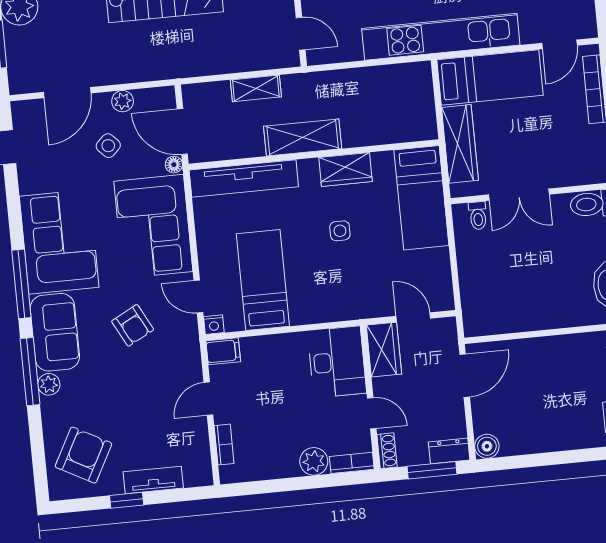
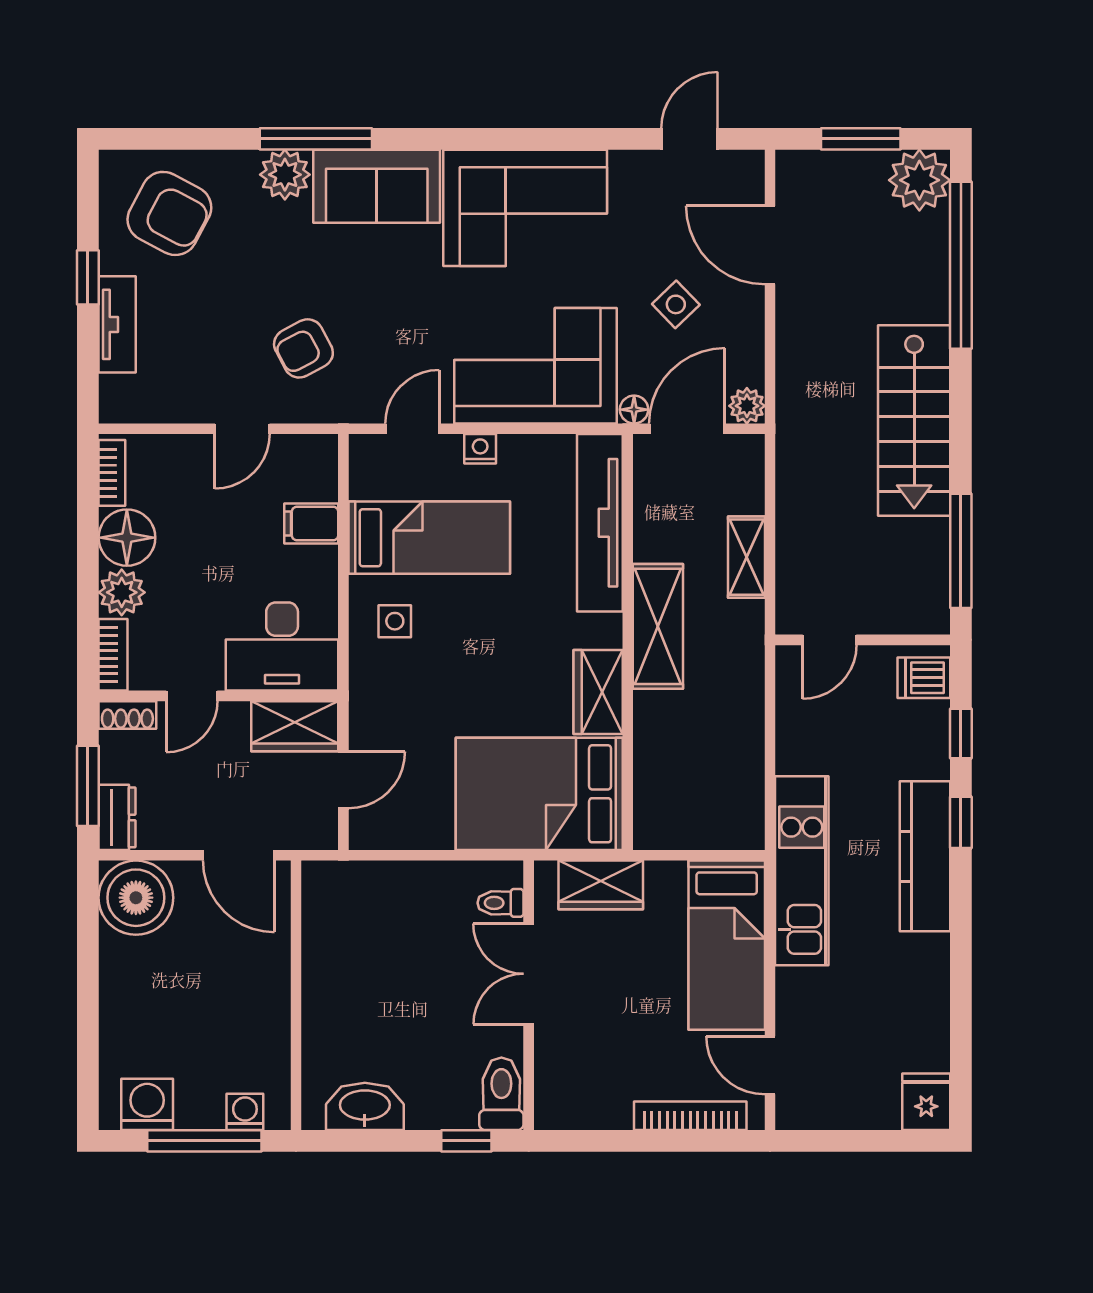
kitchen unit: (441, 37) -> (802, 871), width x0.73
plant: (123, 101) -> (747, 406), moved
wardrobe: (460, 144) -> (601, 885), width x0.67
bed: (421, 198) -> (539, 794), width x1.50
side table: (340, 231) -> (395, 621), moved
window: (21, 284) -> (462, 139), removed
armchair: (133, 325) -> (303, 348), moved
nightstand: (214, 325) -> (480, 449), moved, turned 90
filing cabinet: (223, 351) -> (311, 523), moved, turned 90
plant: (49, 384) -> (285, 175), width x1.38, depth x1.38
door: (208, 399) -> (242, 429), swing flipped
bookcase: (224, 445) -> (112, 473), moved, turned -90
boiler: (487, 446) -> (136, 898), width x1.86, depth x1.86
floor lamp: (281, 461) -> (127, 538), added

